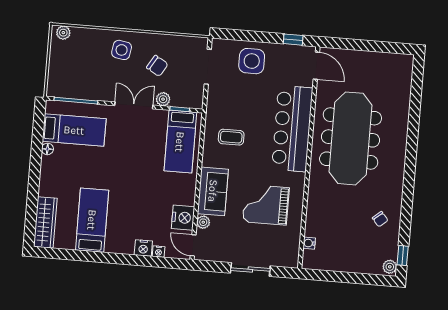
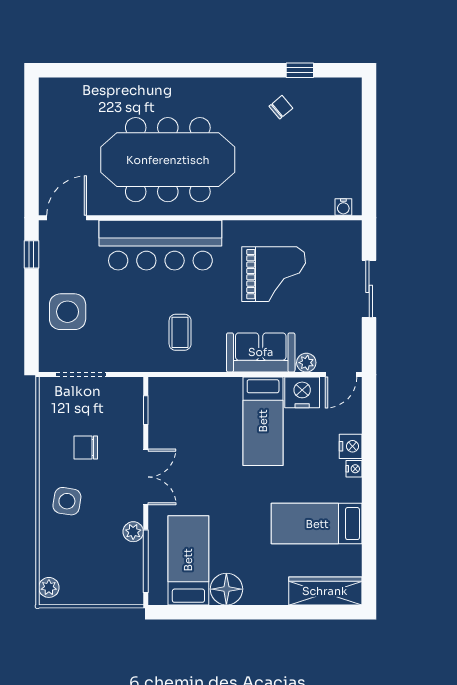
chair: (157, 66) -> (86, 448), turned -121
plant: (163, 99) -> (133, 532), moved
double door: (134, 105) -> (146, 477), swing flipped
bed: (180, 142) -> (263, 421), moved, turned 90
floor lamp: (47, 149) -> (226, 589), width x1.89, depth x1.89
grand piano: (266, 205) -> (274, 274), turned -90
water cooler: (309, 243) -> (343, 207), moved
nightstand: (159, 252) -> (354, 469), moved
window: (403, 255) -> (300, 70), moved
plant: (390, 267) -> (349, 88), removed

